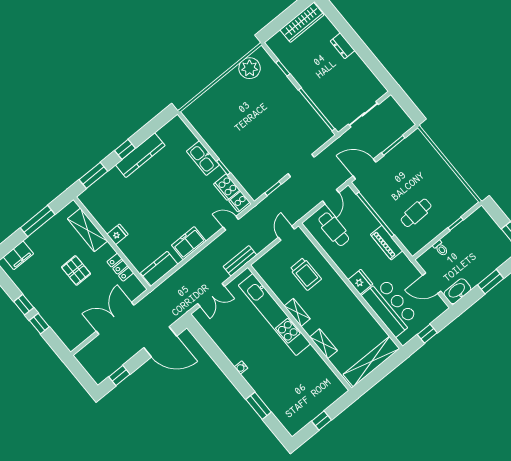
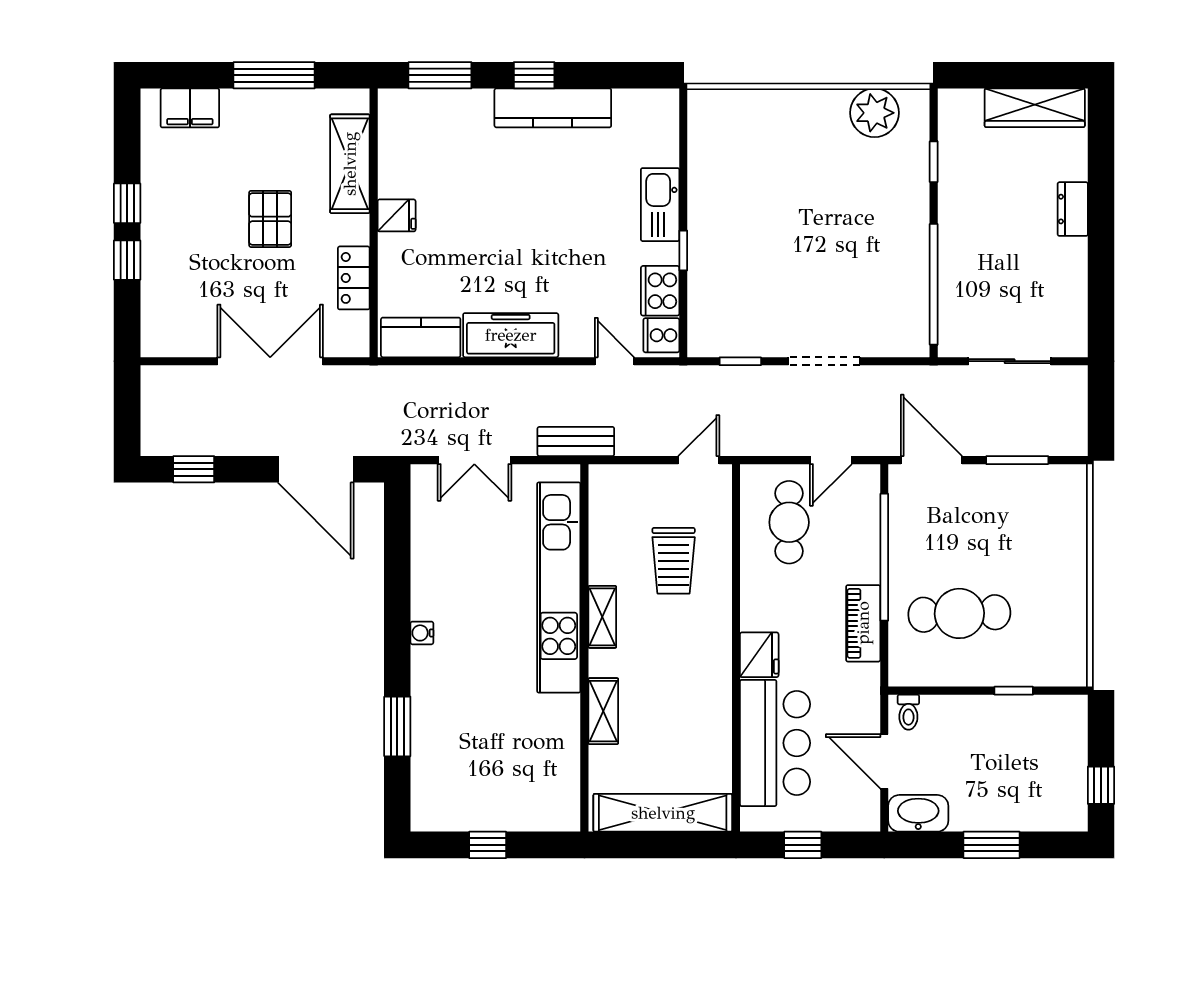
cafe table: (416, 213) -> (959, 613), width x1.37, depth x1.35
freezer: (189, 243) -> (511, 335), width x1.40
toilet: (441, 248) -> (908, 712), moved

